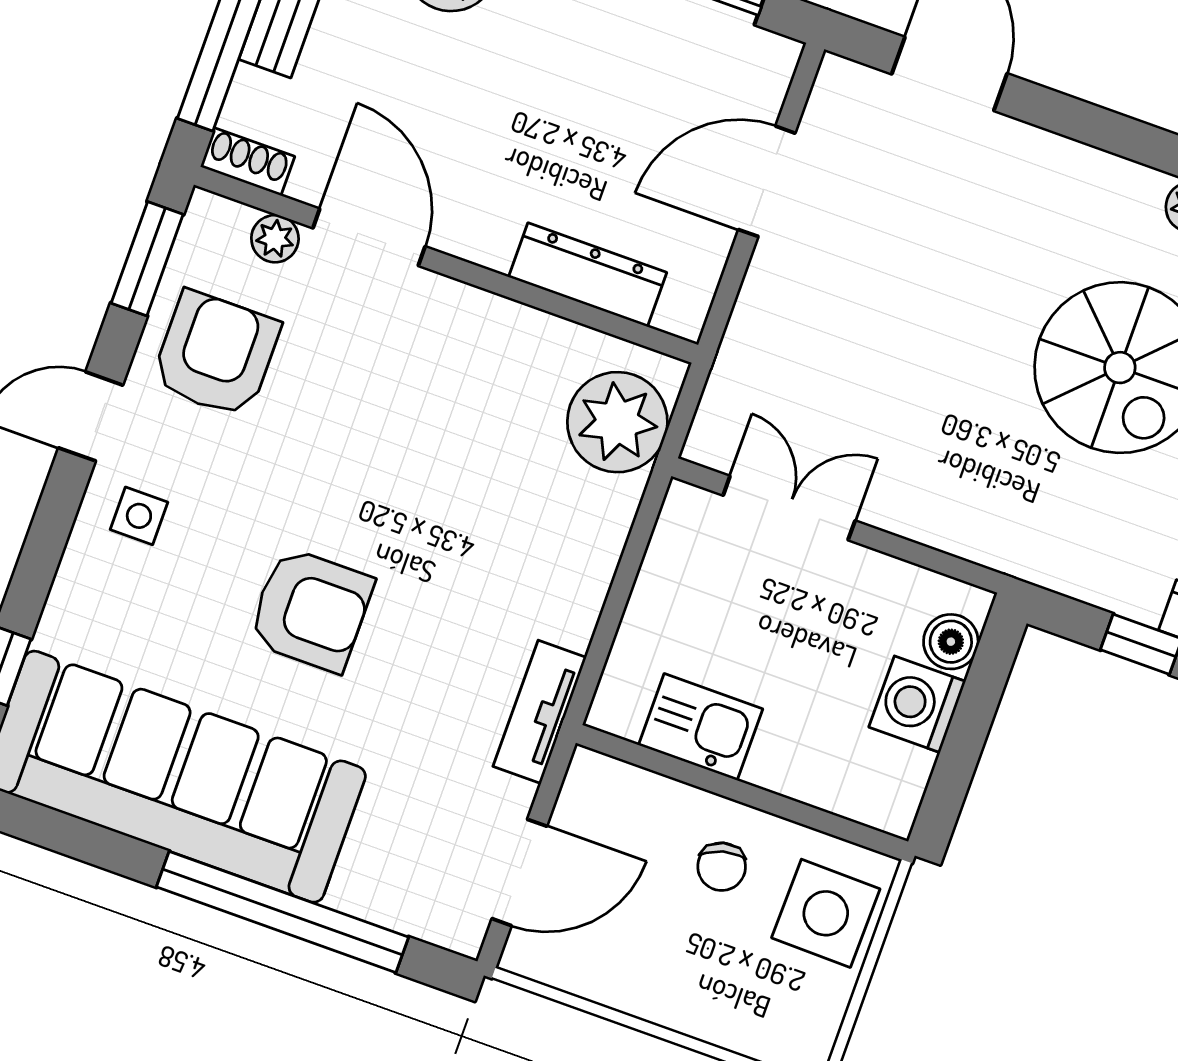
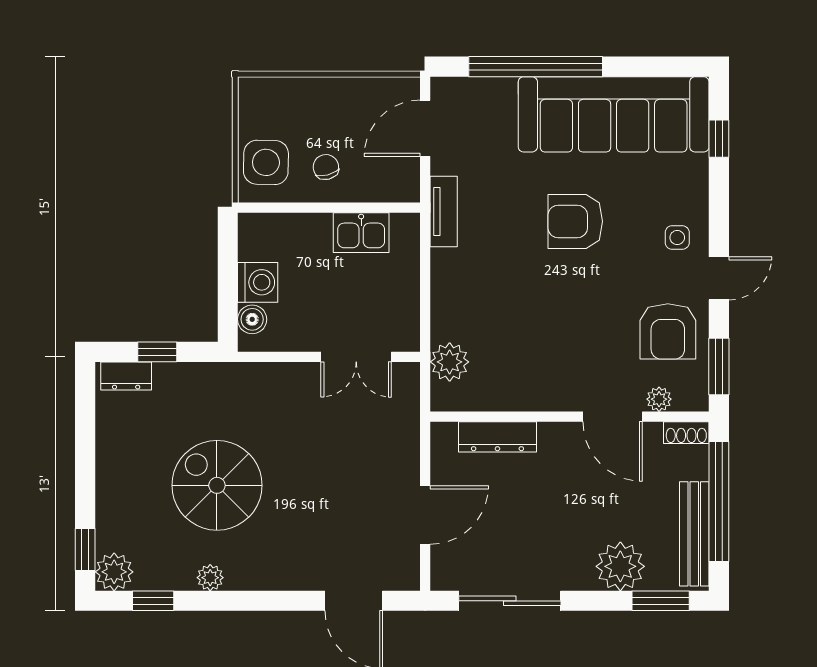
plant: (617, 422) -> (450, 362), width x0.73, depth x0.73

